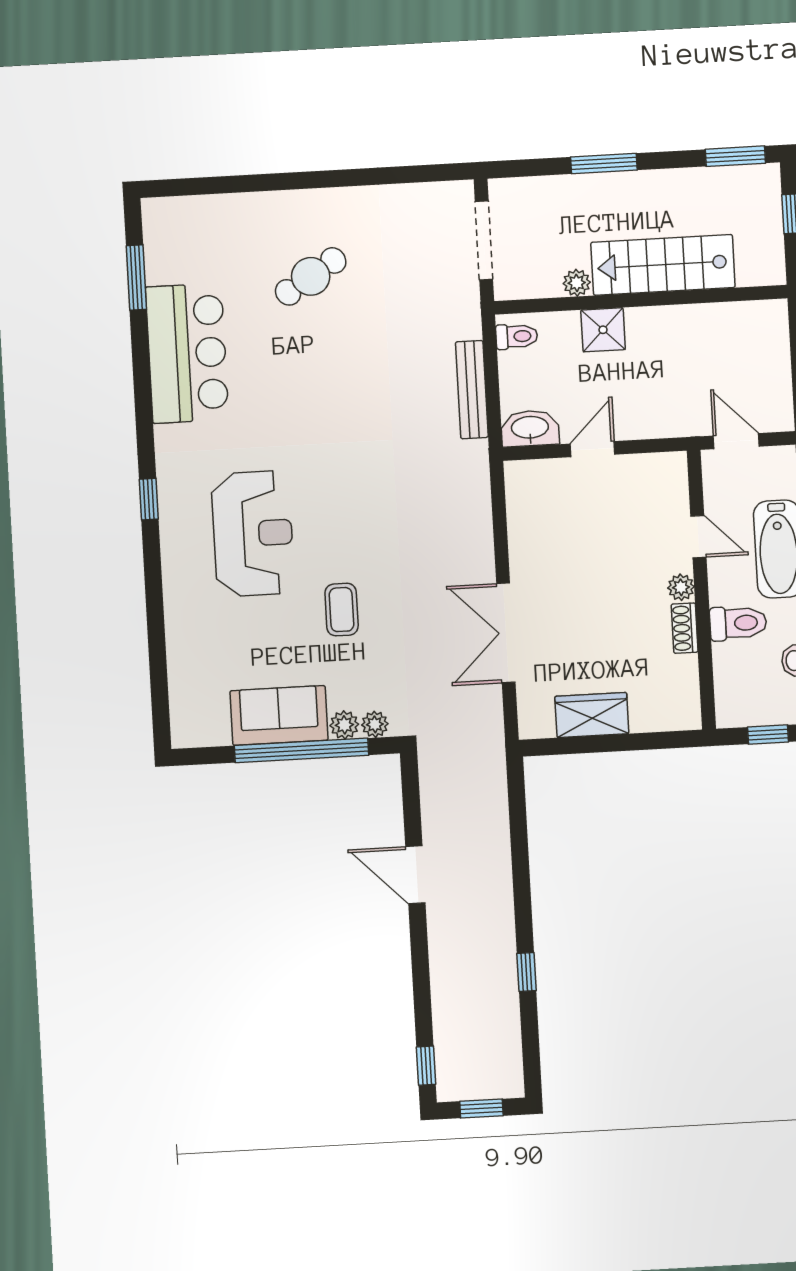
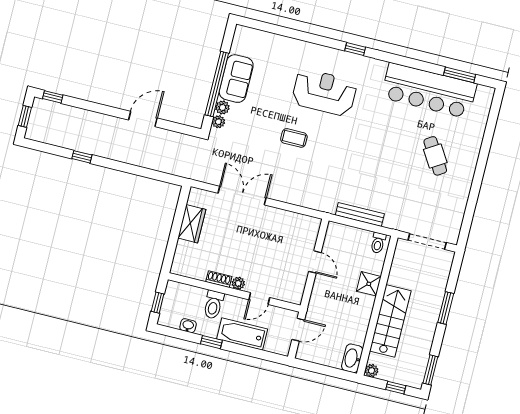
plant: (577, 283) -> (372, 371), moved
bar counter: (187, 353) -> (429, 91), width x1.36
washbasin: (530, 428) -> (352, 358), moved, turned 180
reception desk: (253, 534) -> (324, 92), turned 180
coffee table: (342, 610) -> (294, 138), moved

